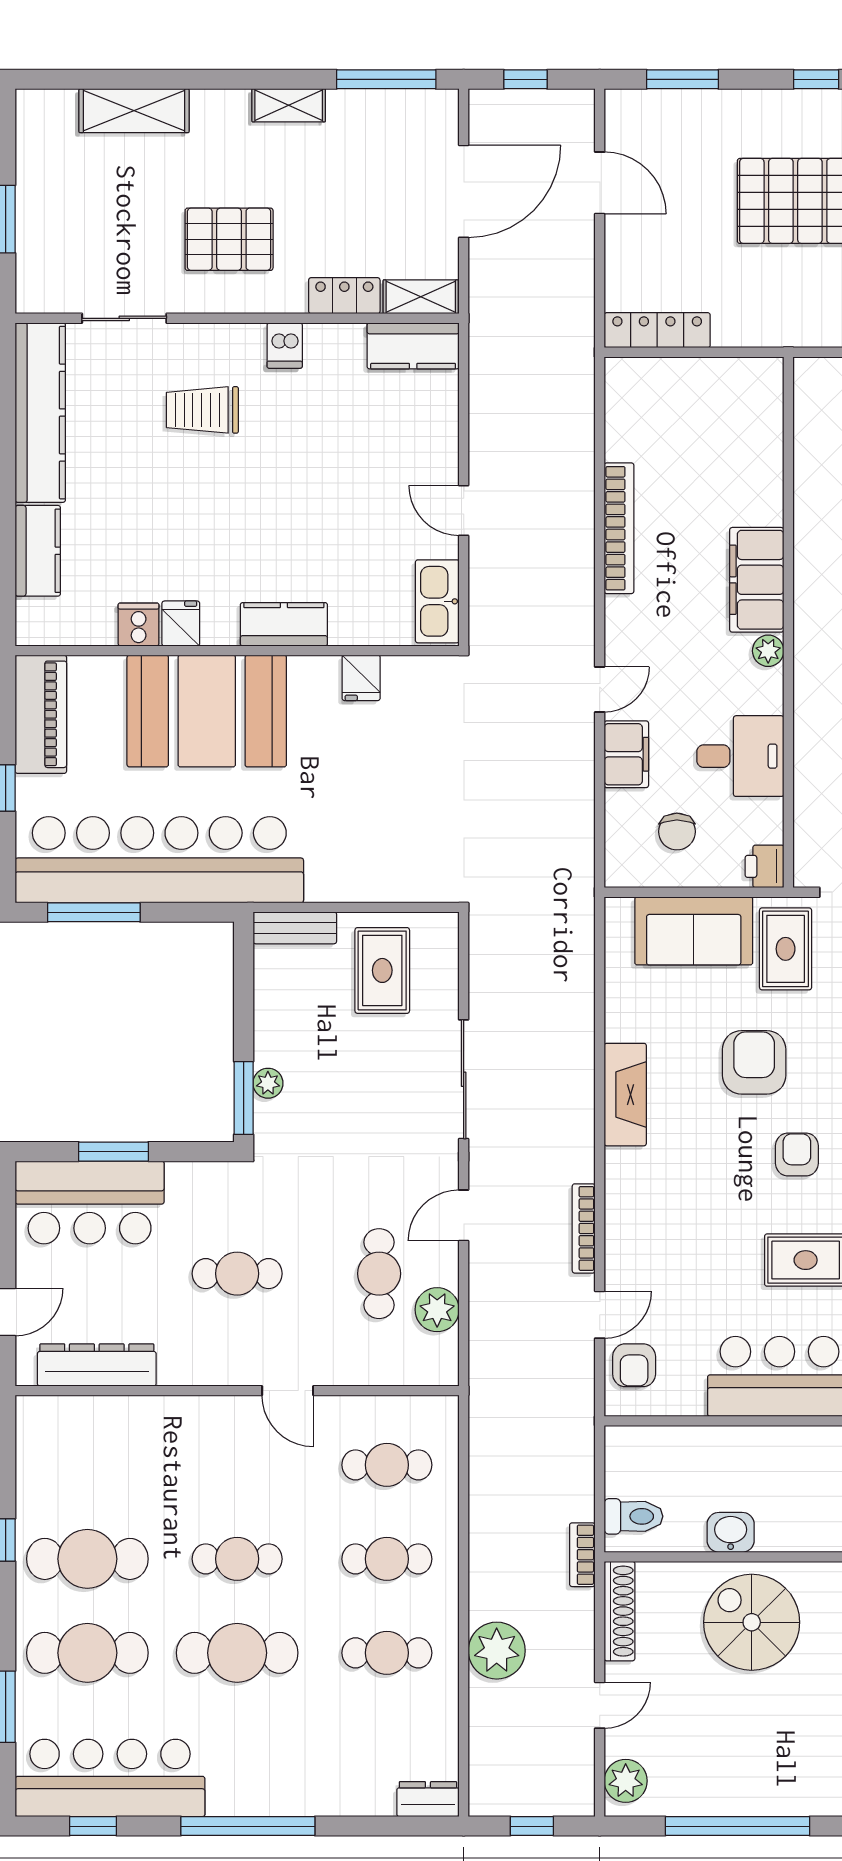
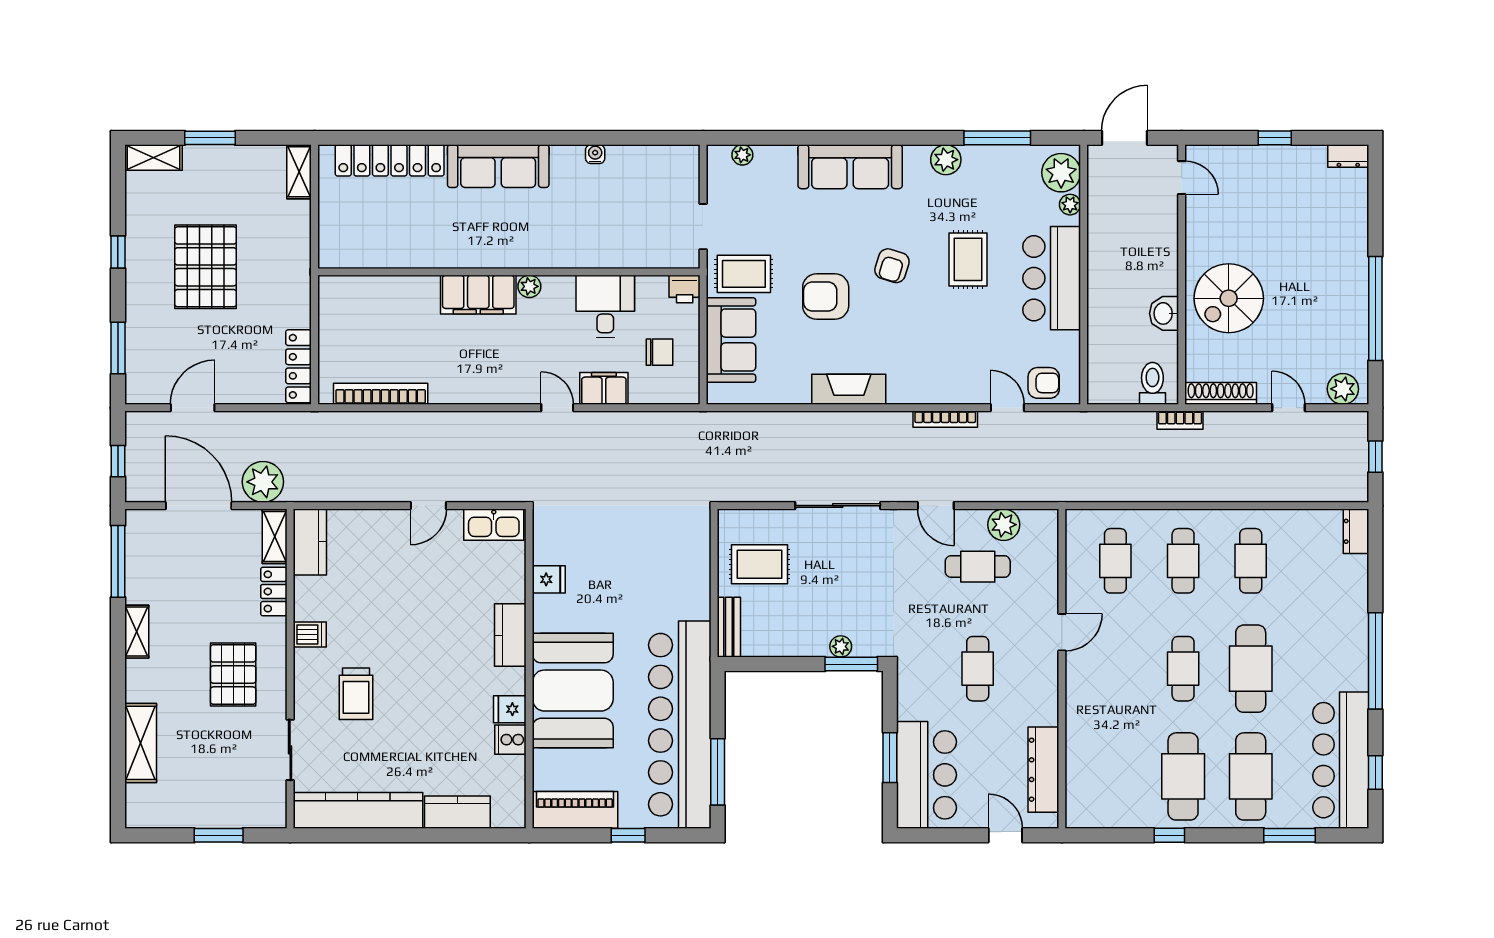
bookcase: (619, 528) -> (381, 394), moved
armchair: (797, 1155) -> (892, 266), turned -73
plant: (497, 1651) -> (263, 482), moved

